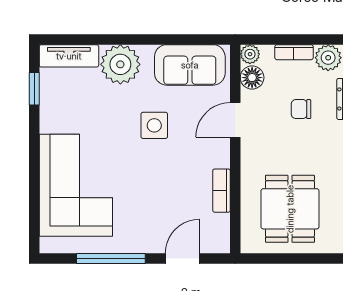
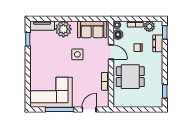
door: (235, 120) -> (111, 52), swing flipped
corner sofa: (76, 185) -> (51, 92), moved, turned -90
dining table: (290, 209) -> (130, 77), moved, turned 90

